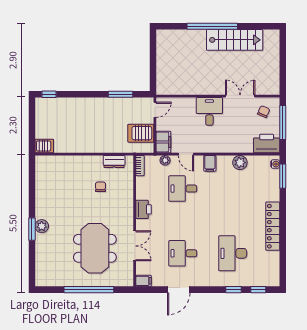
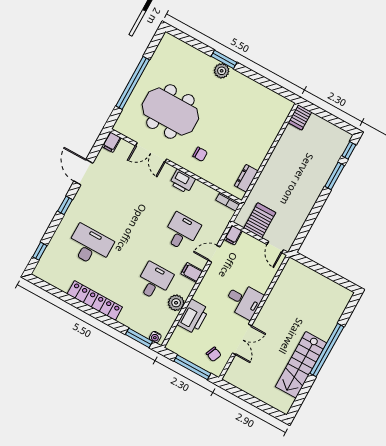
window: (121, 94) -> (335, 176), moved
filing cabinet: (163, 142) -> (233, 235), width x0.50
printer: (267, 144) -> (193, 317), moved
plant: (165, 160) -> (219, 230), removed
chair: (101, 187) -> (200, 154), moved
desk: (183, 253) -> (154, 281), moved
window: (234, 290) -> (65, 205), moved

